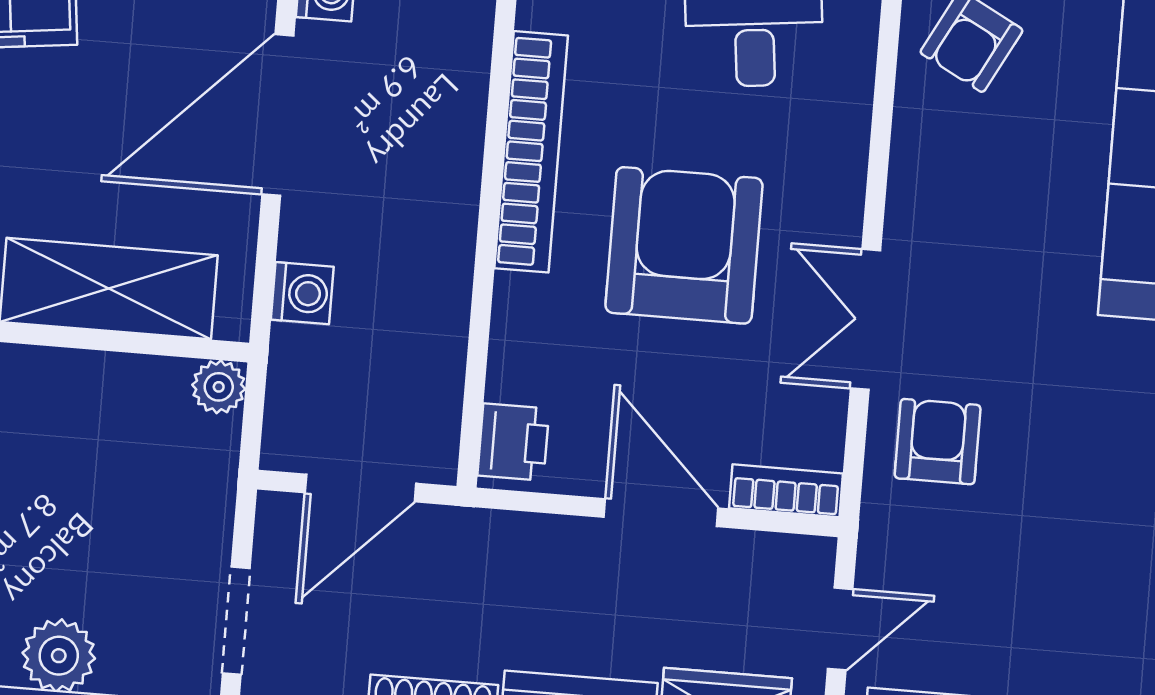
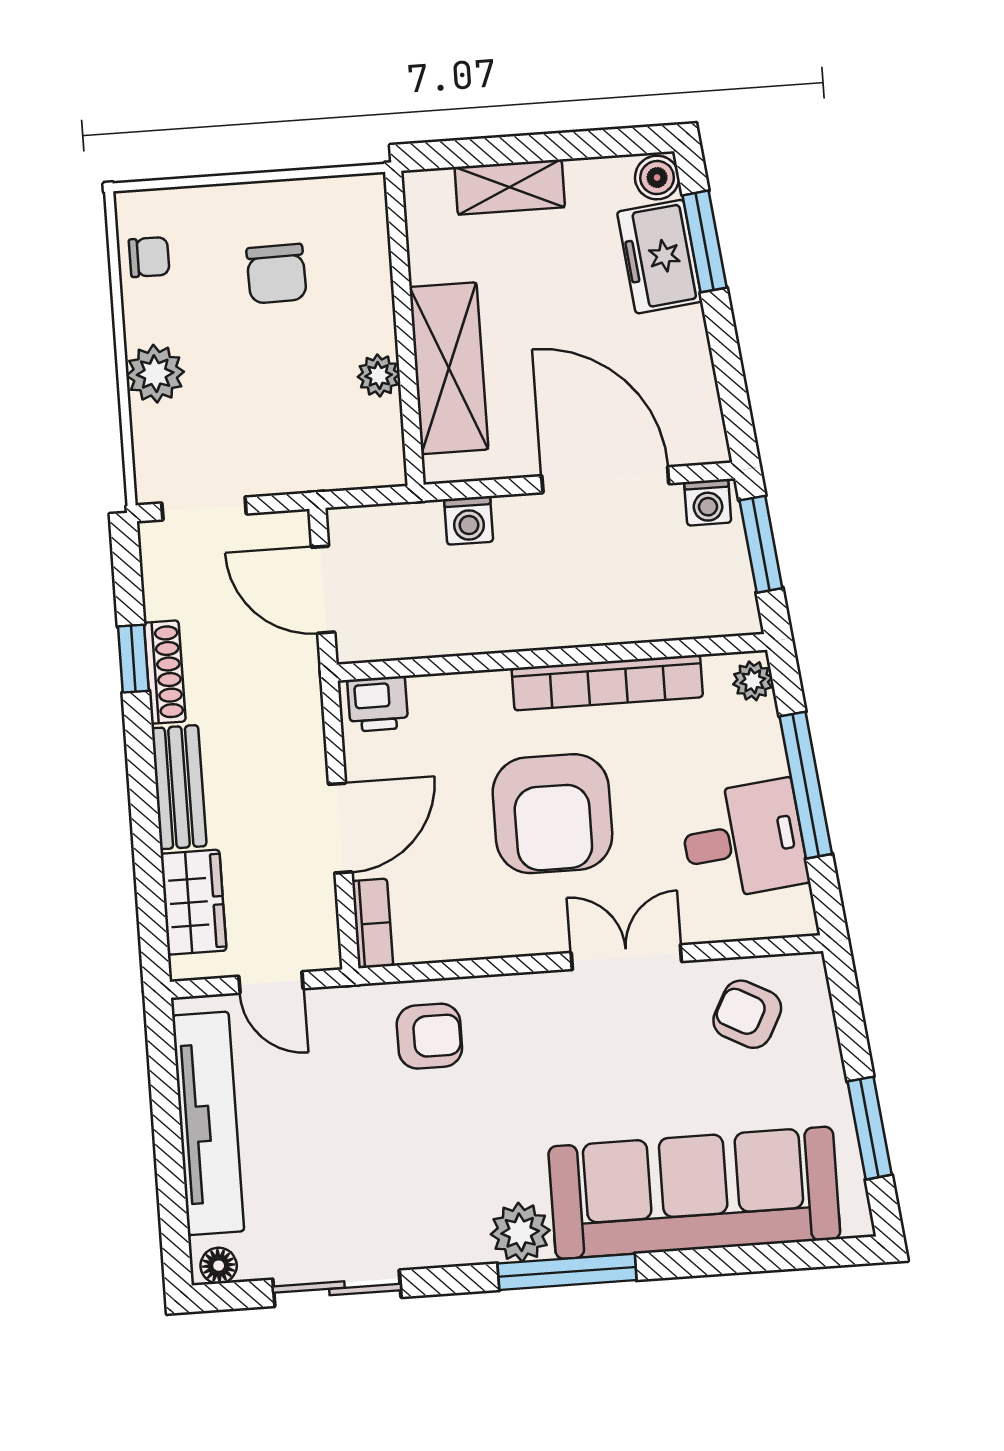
armchair: (684, 245) -> (552, 814), turned 90
double door: (866, 319) -> (626, 957), moved
plant: (219, 387) -> (379, 375), moved

